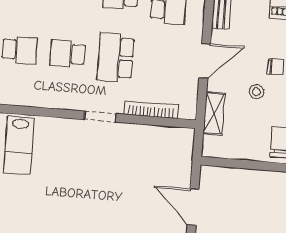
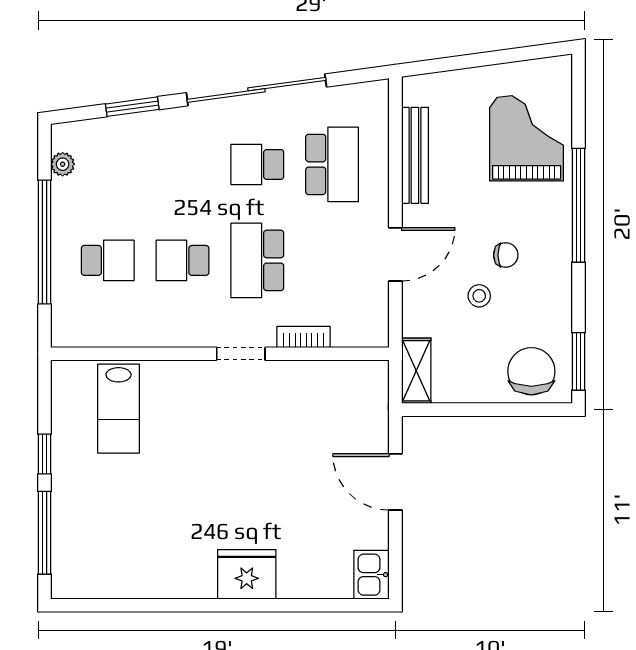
bookcase: (151, 110) -> (303, 337), width x0.64
shelving: (214, 113) -> (416, 371), moved

